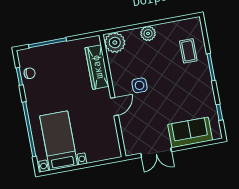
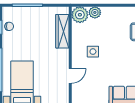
plant: (148, 33) -> (95, 12), moved
door: (114, 107) -> (70, 76), moved

